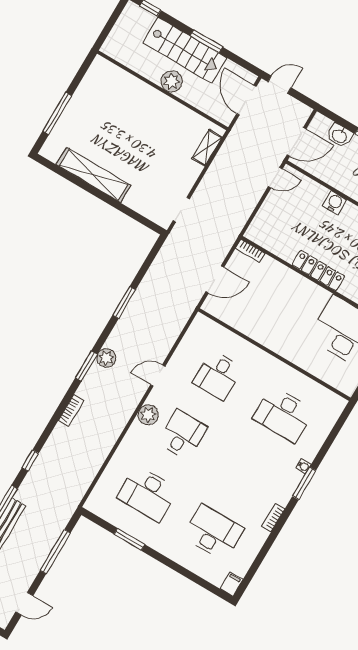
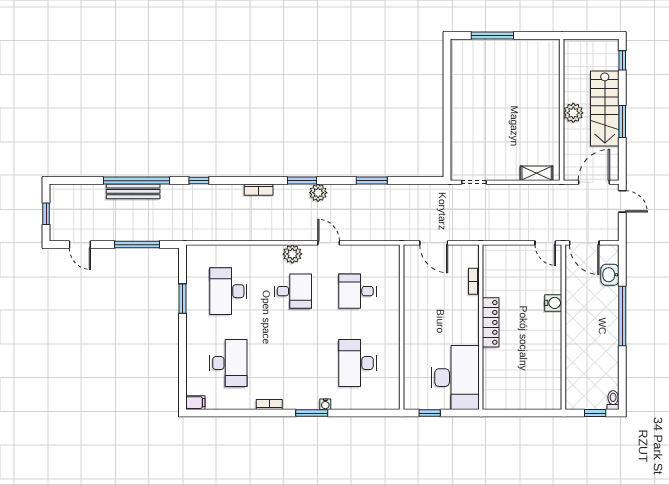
shelving: (94, 175) -> (460, 95), removed
bookcase: (250, 251) -> (474, 281), moved

